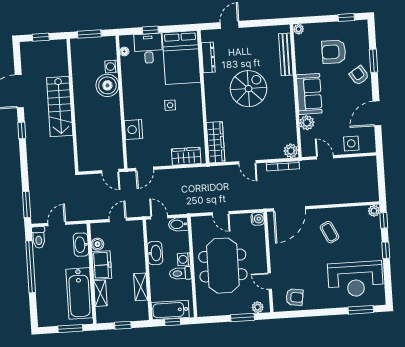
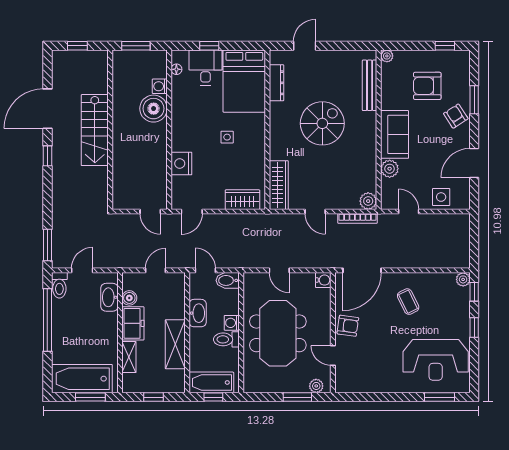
shelving: (141, 287) -> (175, 344), width x1.50, depth x1.33
bathtub: (79, 293) -> (82, 379), moved, turned 90
armchair: (295, 297) -> (348, 326), moved

